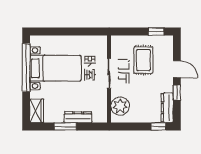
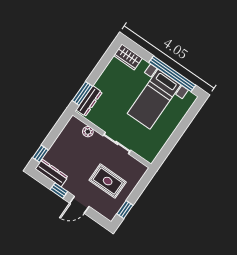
plant: (120, 106) -> (88, 132), width x0.53, depth x0.53
dresser: (78, 117) -> (89, 101), moved
window: (65, 127) -> (82, 93), moved

